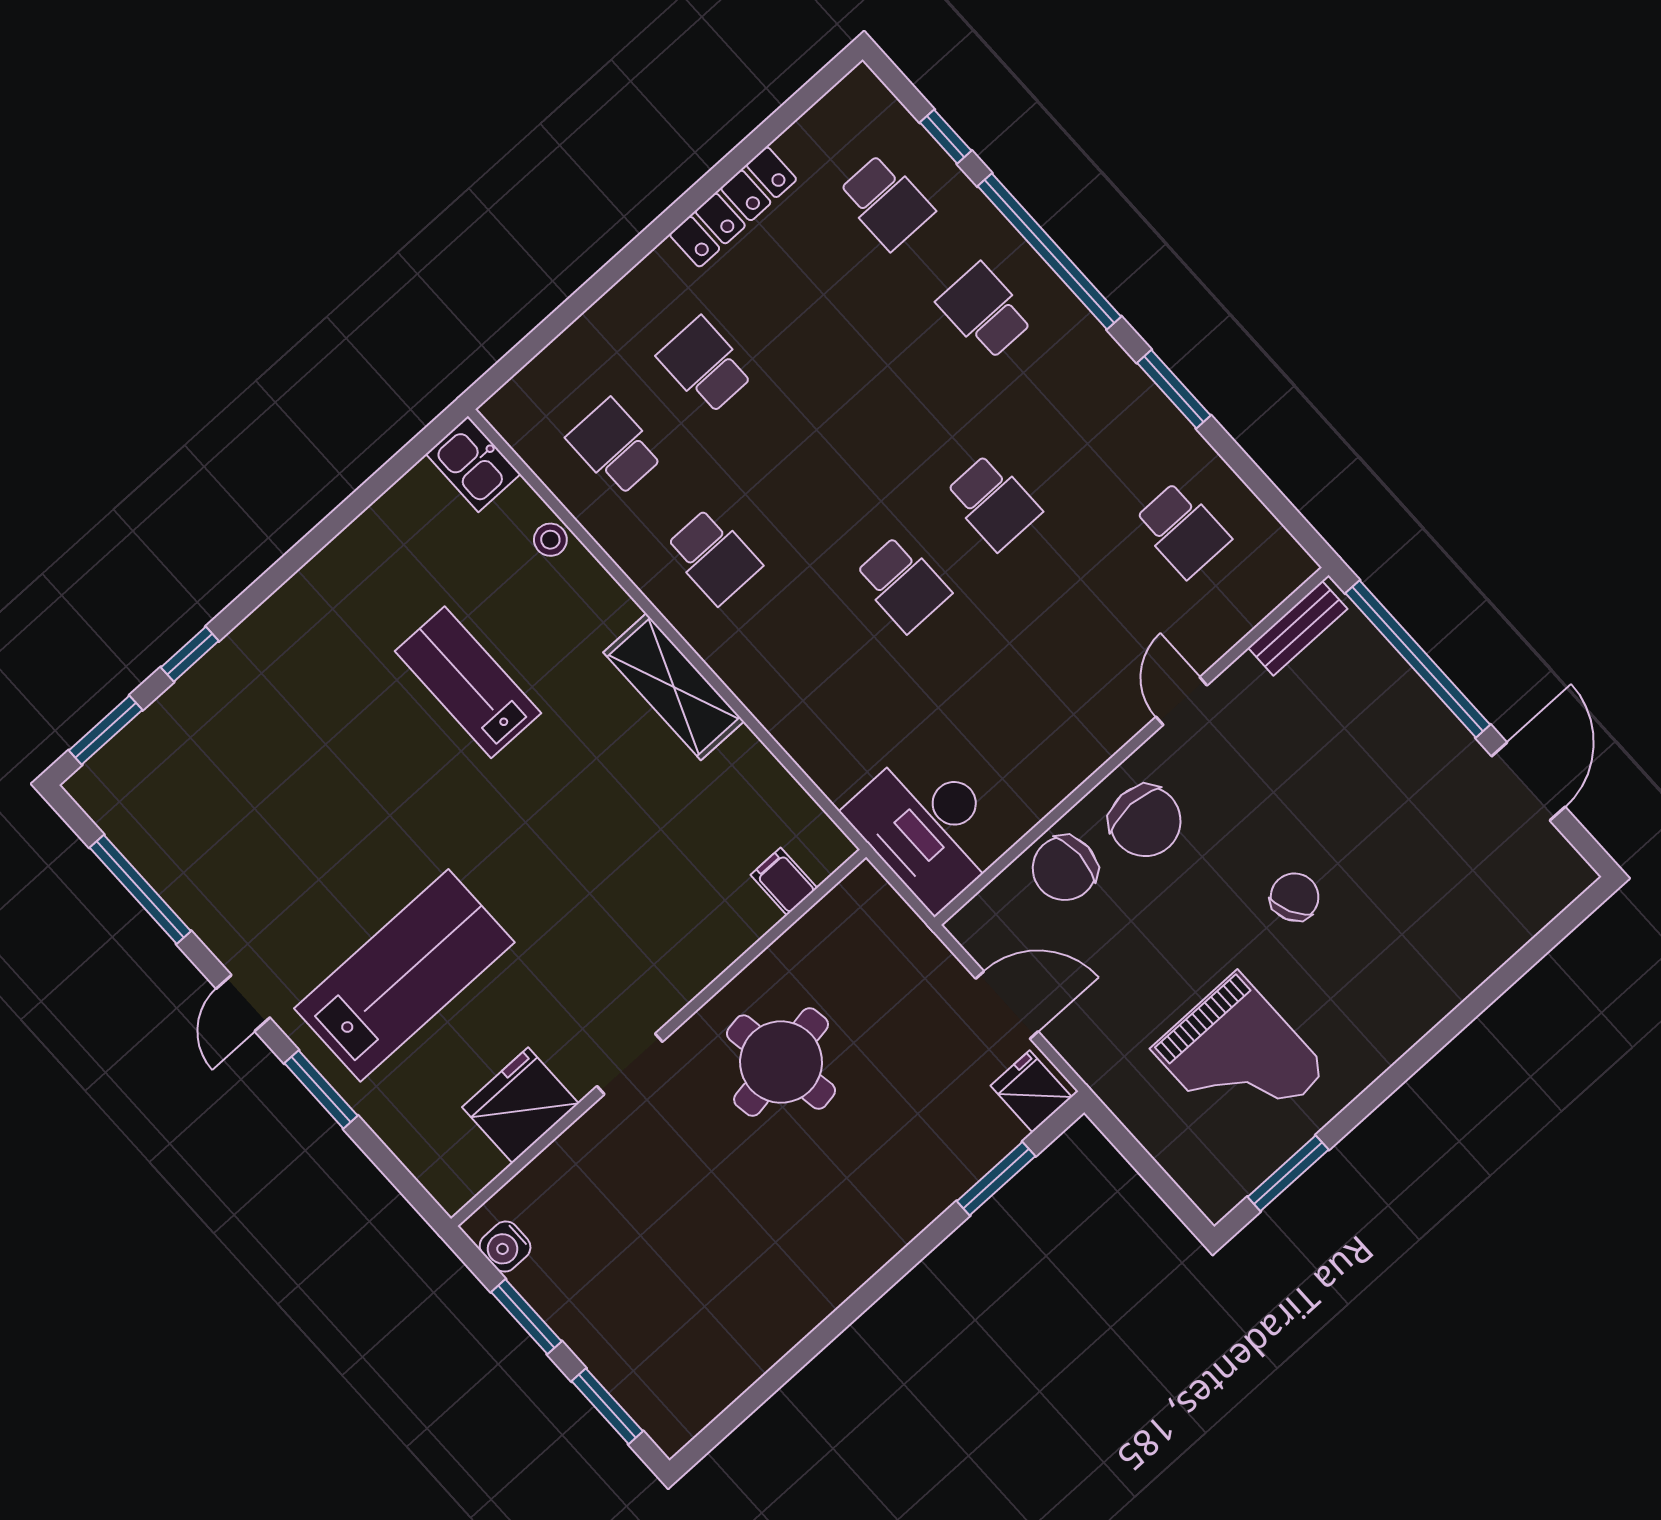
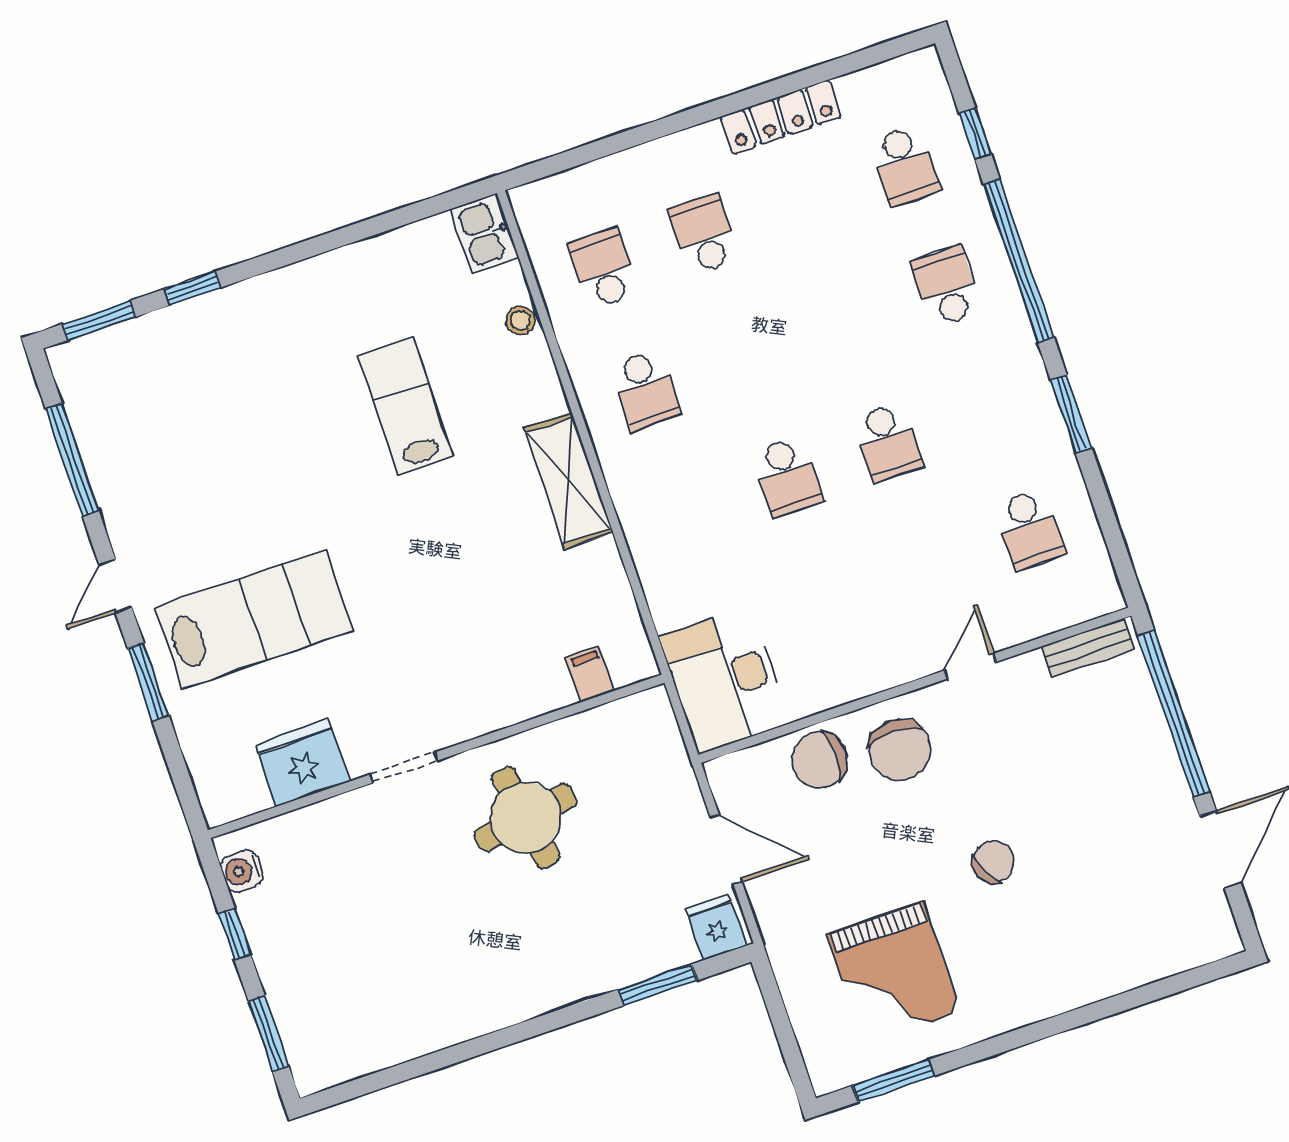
window: (526, 1317) -> (235, 934), width x0.67

